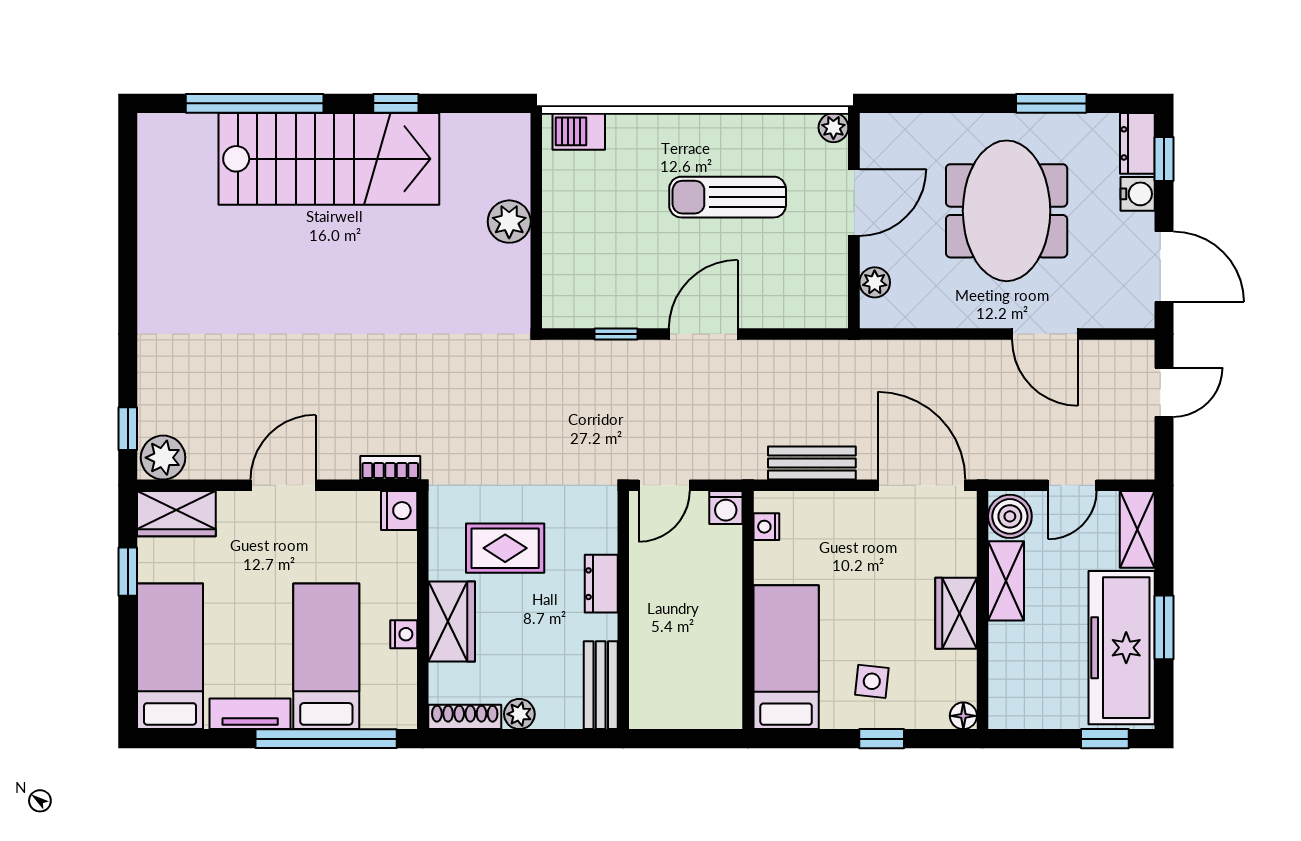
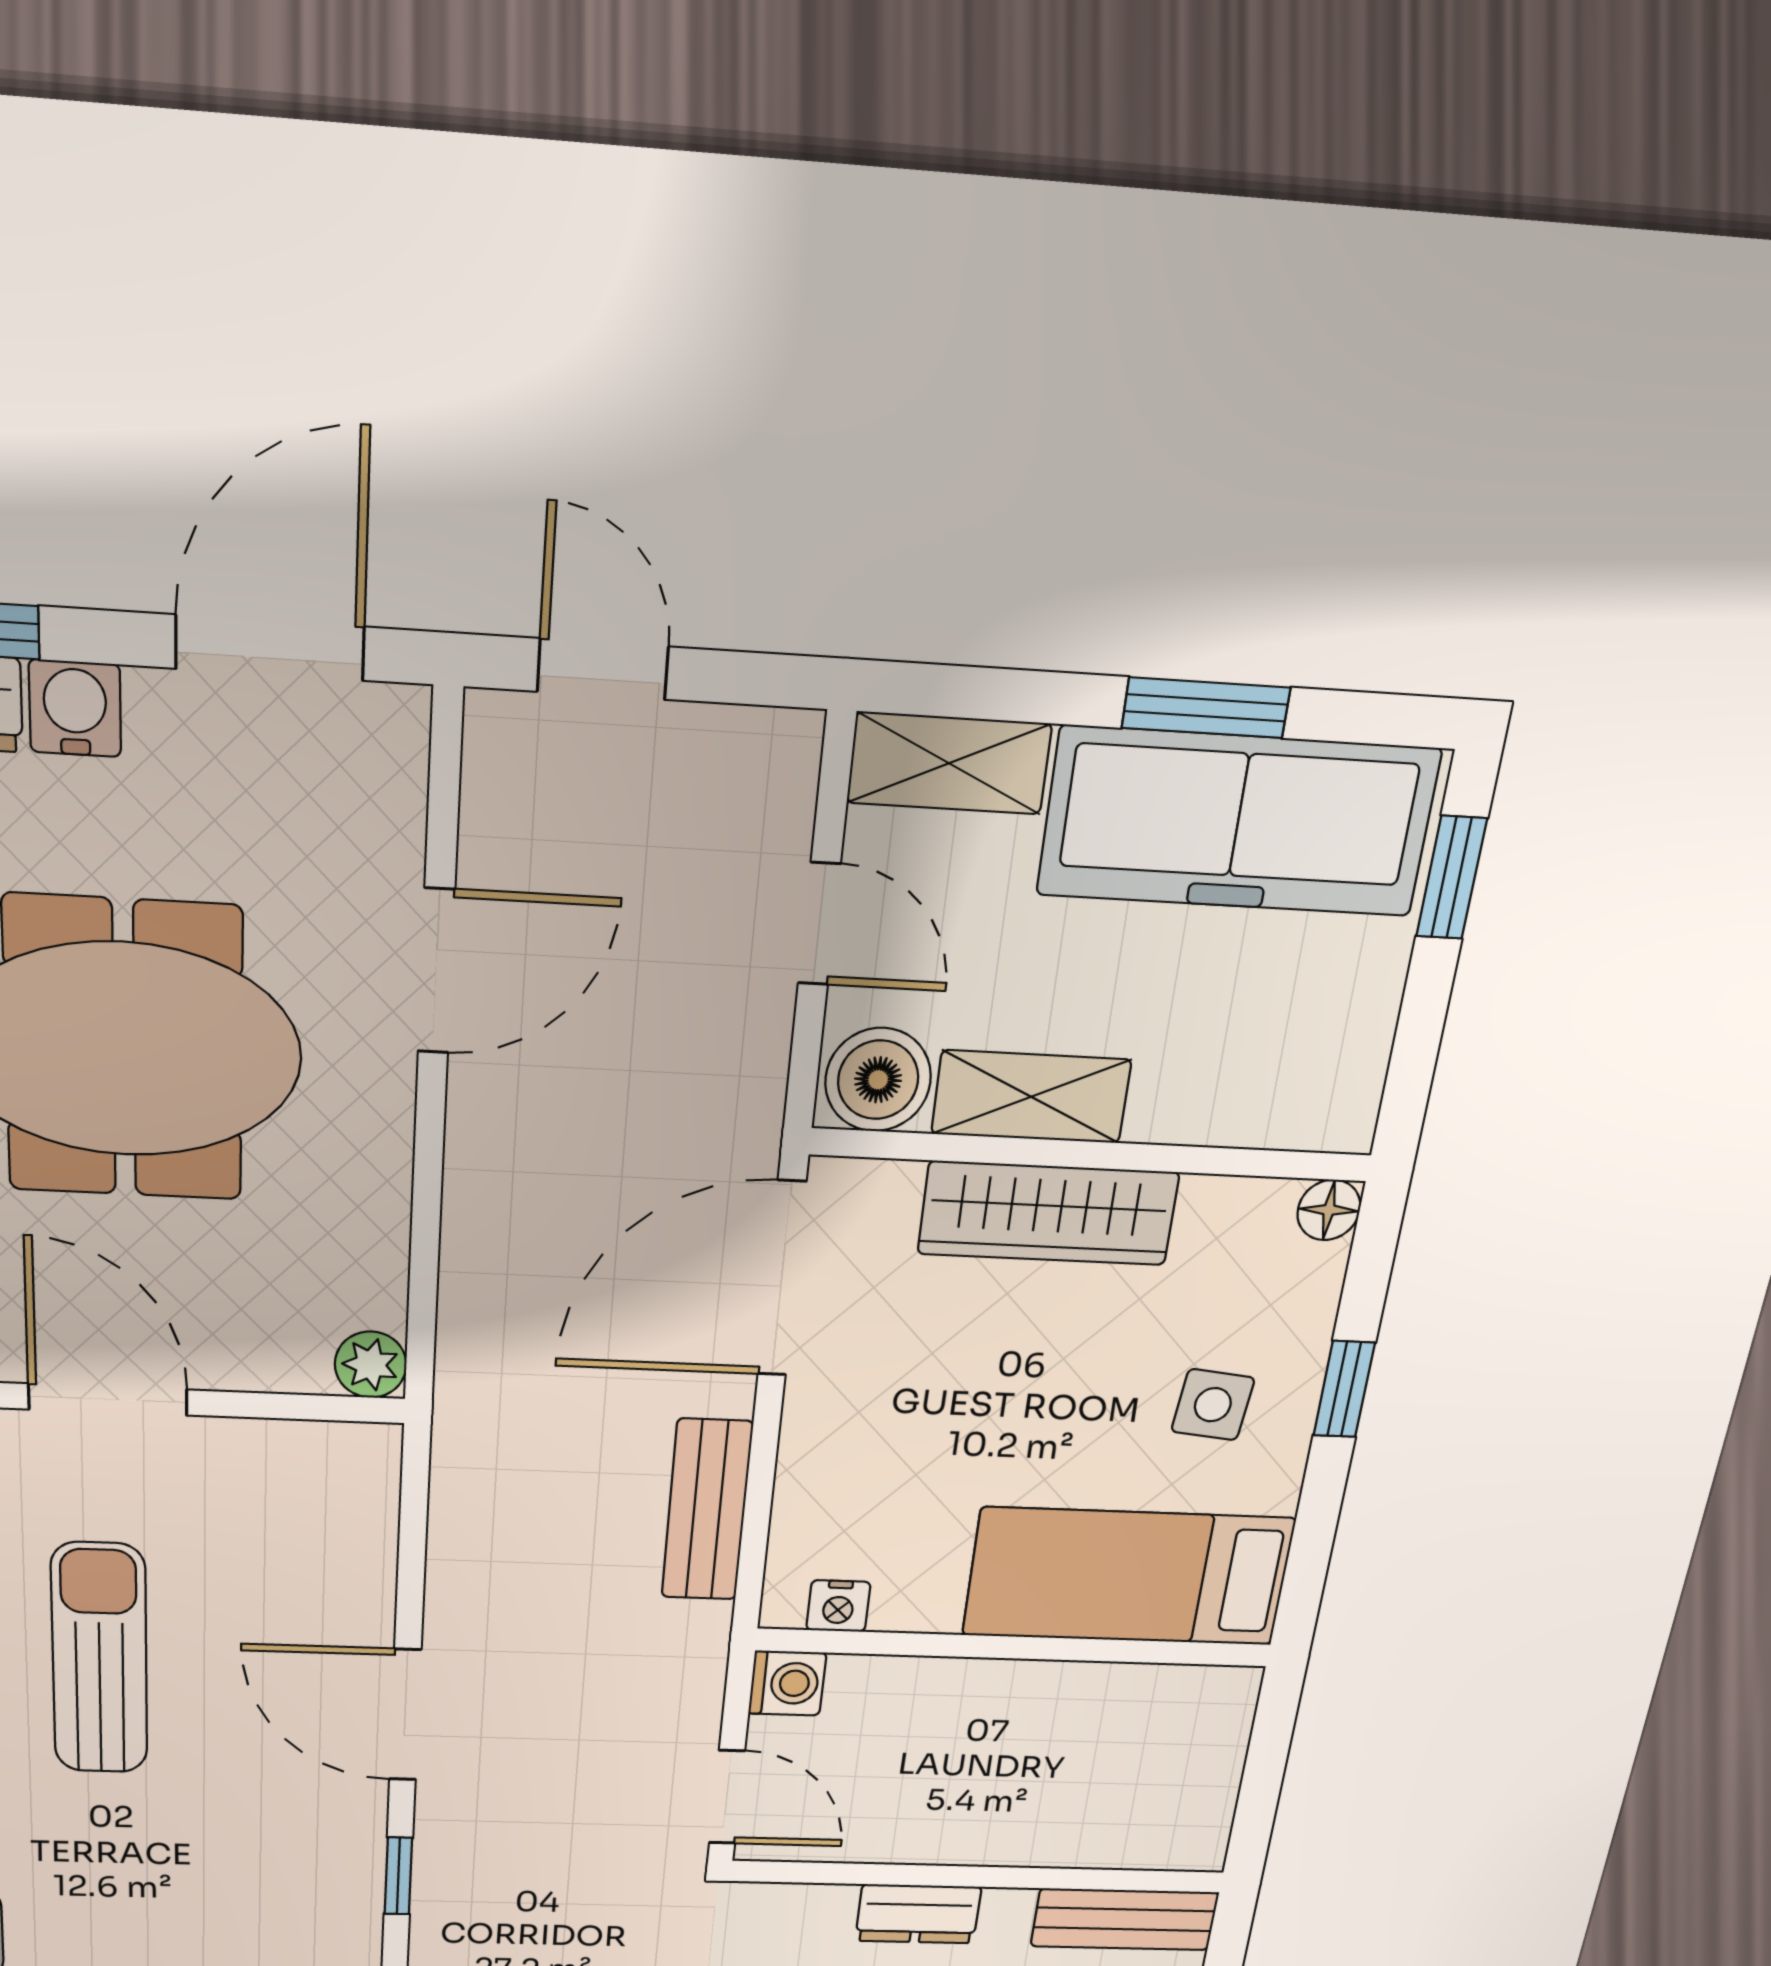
sun lounger: (728, 197) -> (100, 1659), turned 180
plant: (875, 282) -> (371, 1365), moved
wardrobe: (956, 613) -> (1048, 1213), width x1.50

